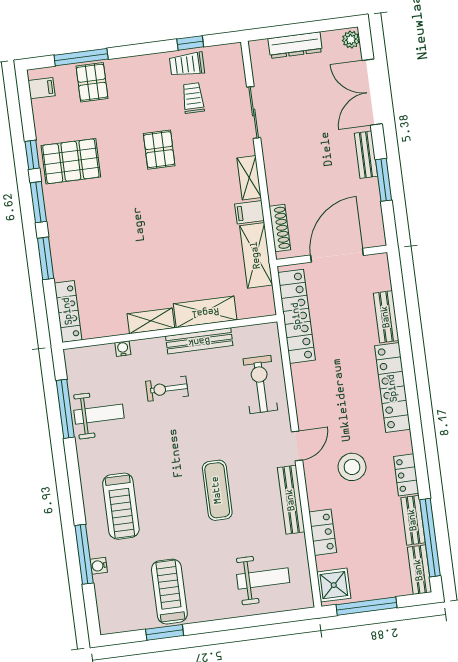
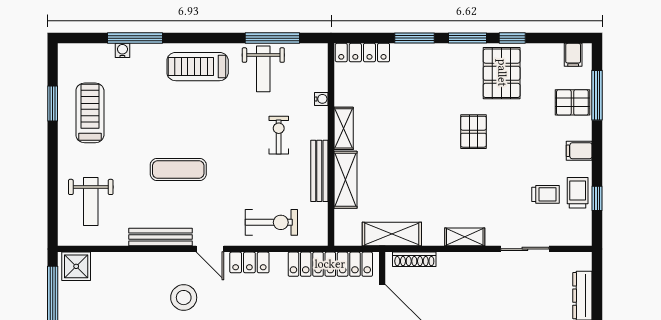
pallet: (159, 150) -> (473, 132), moved, turned 90
filing cabinet: (250, 212) -> (579, 151), moved, turned -90
treadmill: (121, 506) -> (198, 67), moved
locker: (323, 532) -> (249, 262), moved
treadmill: (169, 592) -> (90, 113), turned -90

